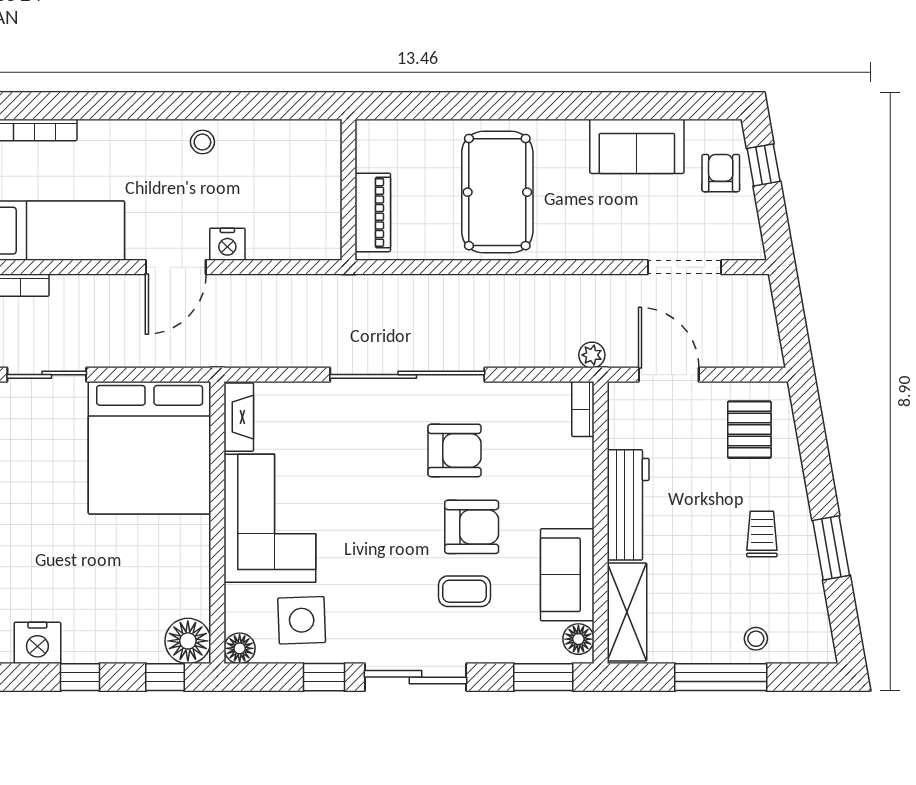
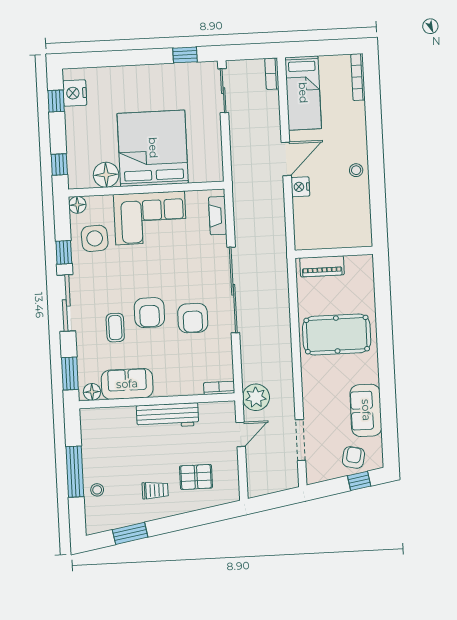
armchair: (721, 173) -> (353, 457), turned -78
door: (176, 267) -> (286, 159), swing flipped
plant: (592, 355) -> (256, 397), width x1.88, depth x1.88
door: (669, 375) -> (241, 434), width x0.73
fireplace: (239, 417) -> (218, 216), moved, turned 90
pallet: (749, 430) -> (196, 477), moved
bed: (150, 448) -> (153, 148), moved, turned 90
armchair: (472, 527) -> (149, 313), moved
window: (831, 548) -> (130, 533), moved
shelving: (627, 612) -> (108, 418), removed
floor lamp: (188, 641) -> (106, 175), moved
window: (80, 677) -> (56, 101), moved

